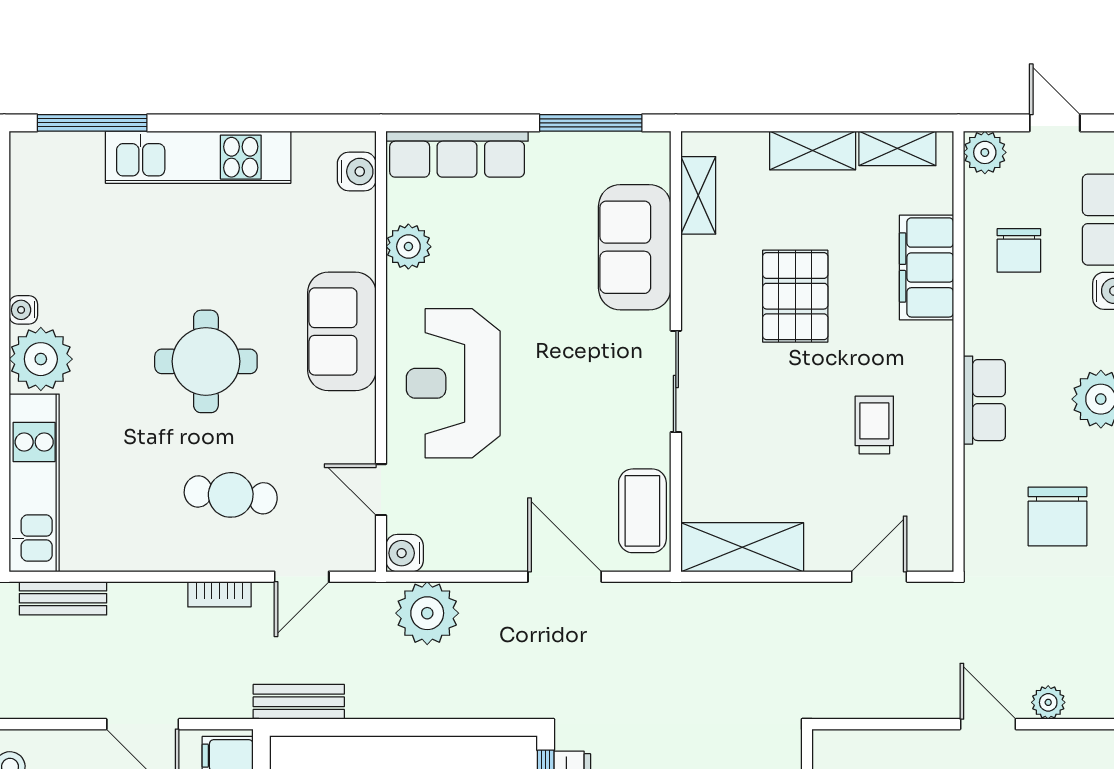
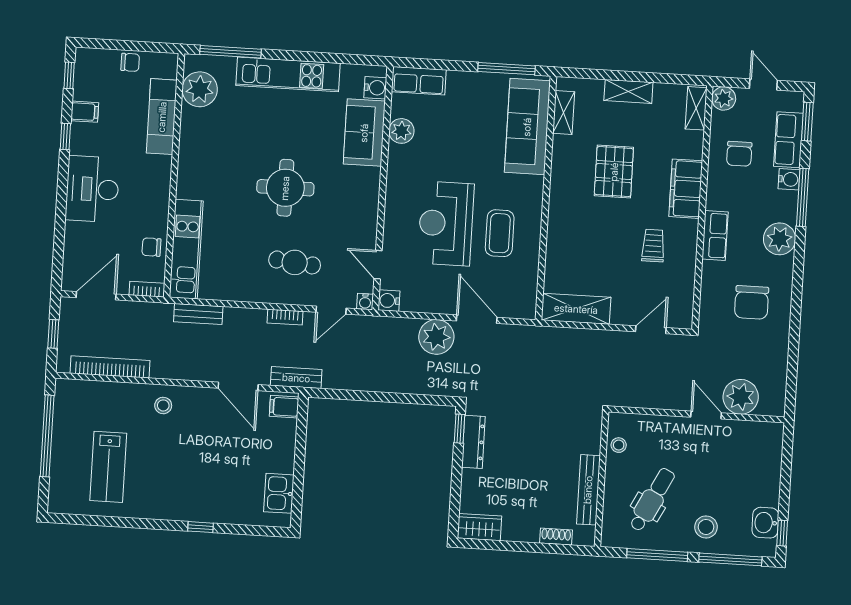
shelving: (897, 148) -> (696, 108), moved, turned 90
row of seats: (457, 154) -> (419, 81), width x0.68
sofa: (635, 247) -> (527, 127), width x1.36
filing cabinet: (926, 267) -> (686, 189), moved
water cooler: (23, 310) -> (365, 302), moved, turned -90
sofa: (342, 331) -> (364, 133), moved
plant: (41, 359) -> (200, 89), moved
sliding door: (676, 381) -> (545, 215), removed
reception desk: (453, 383) -> (446, 223), moved
coffee table: (642, 511) -> (500, 233), moved
plant: (427, 613) -> (436, 337), moved
bench: (299, 702) -> (296, 378), moved
plant: (1048, 702) -> (741, 397), width x1.87, depth x1.87

